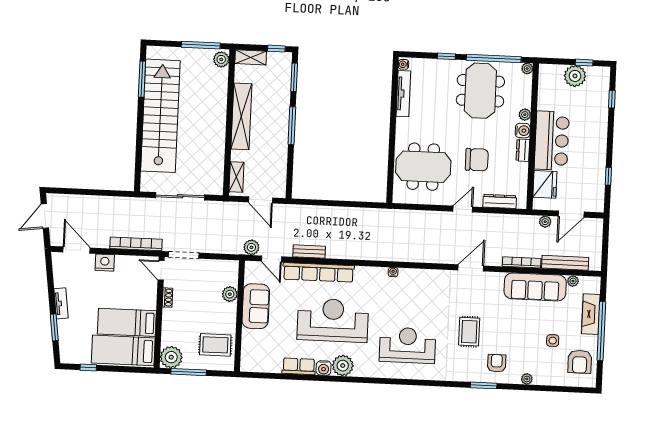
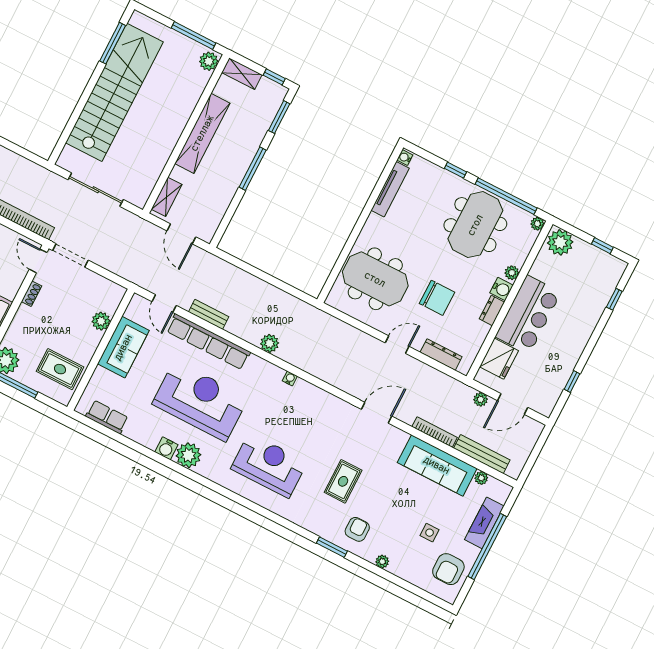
plant: (575, 76) -> (560, 242), moved
plant: (251, 247) -> (270, 343), moved
row of seats: (299, 366) -> (107, 417), moved

